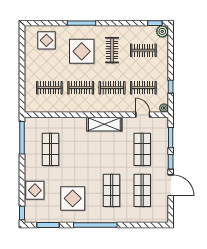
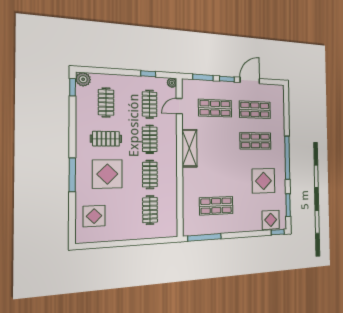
display table: (35, 190) -> (271, 220), moved

